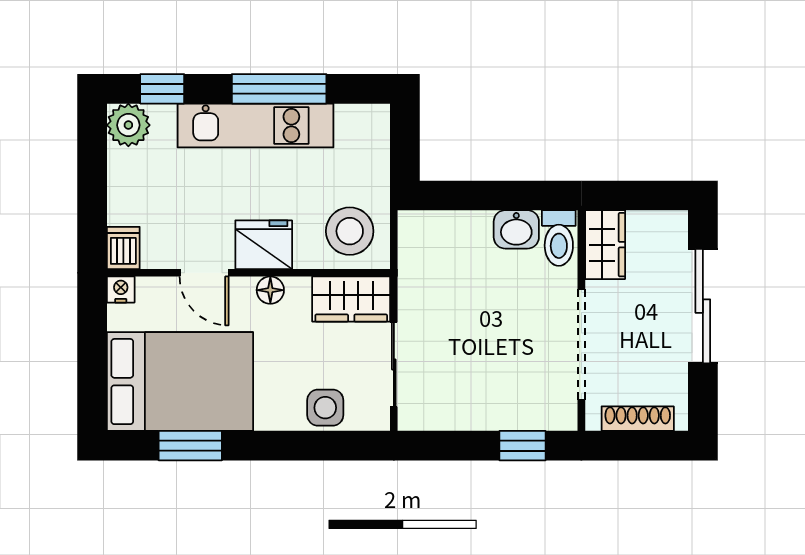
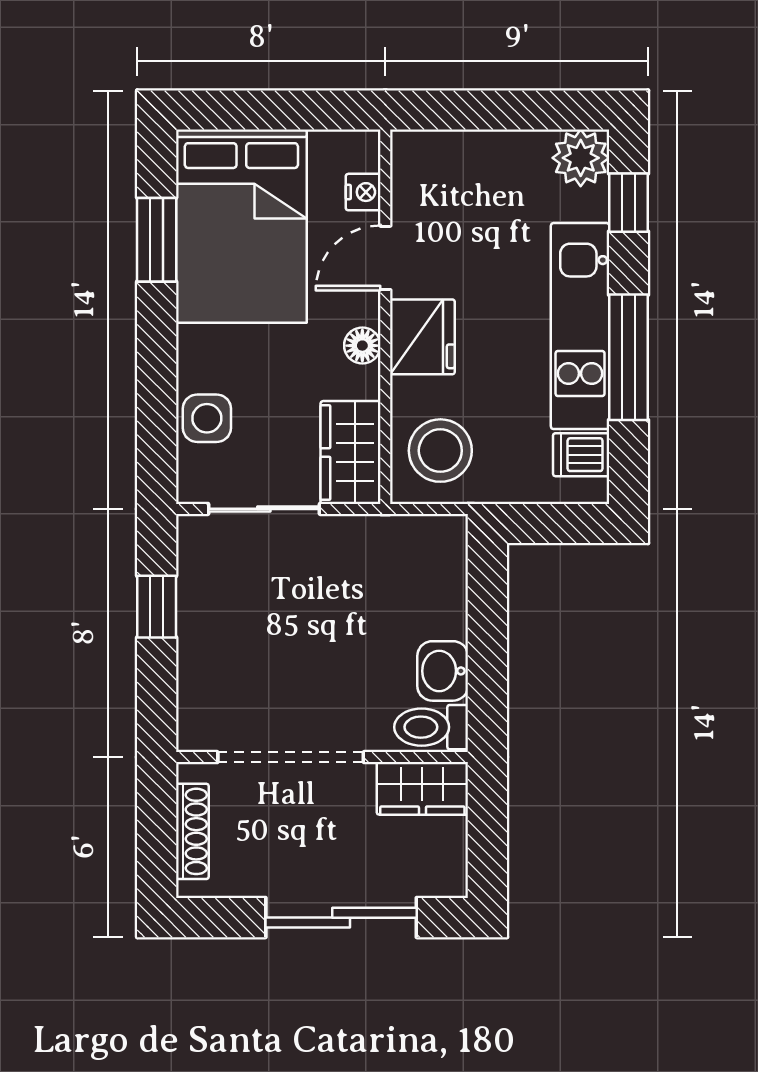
dishwasher: (123, 248) -> (581, 455), moved, turned 180
nightstand: (121, 289) -> (363, 192), moved
window: (523, 446) -> (157, 607), moved

